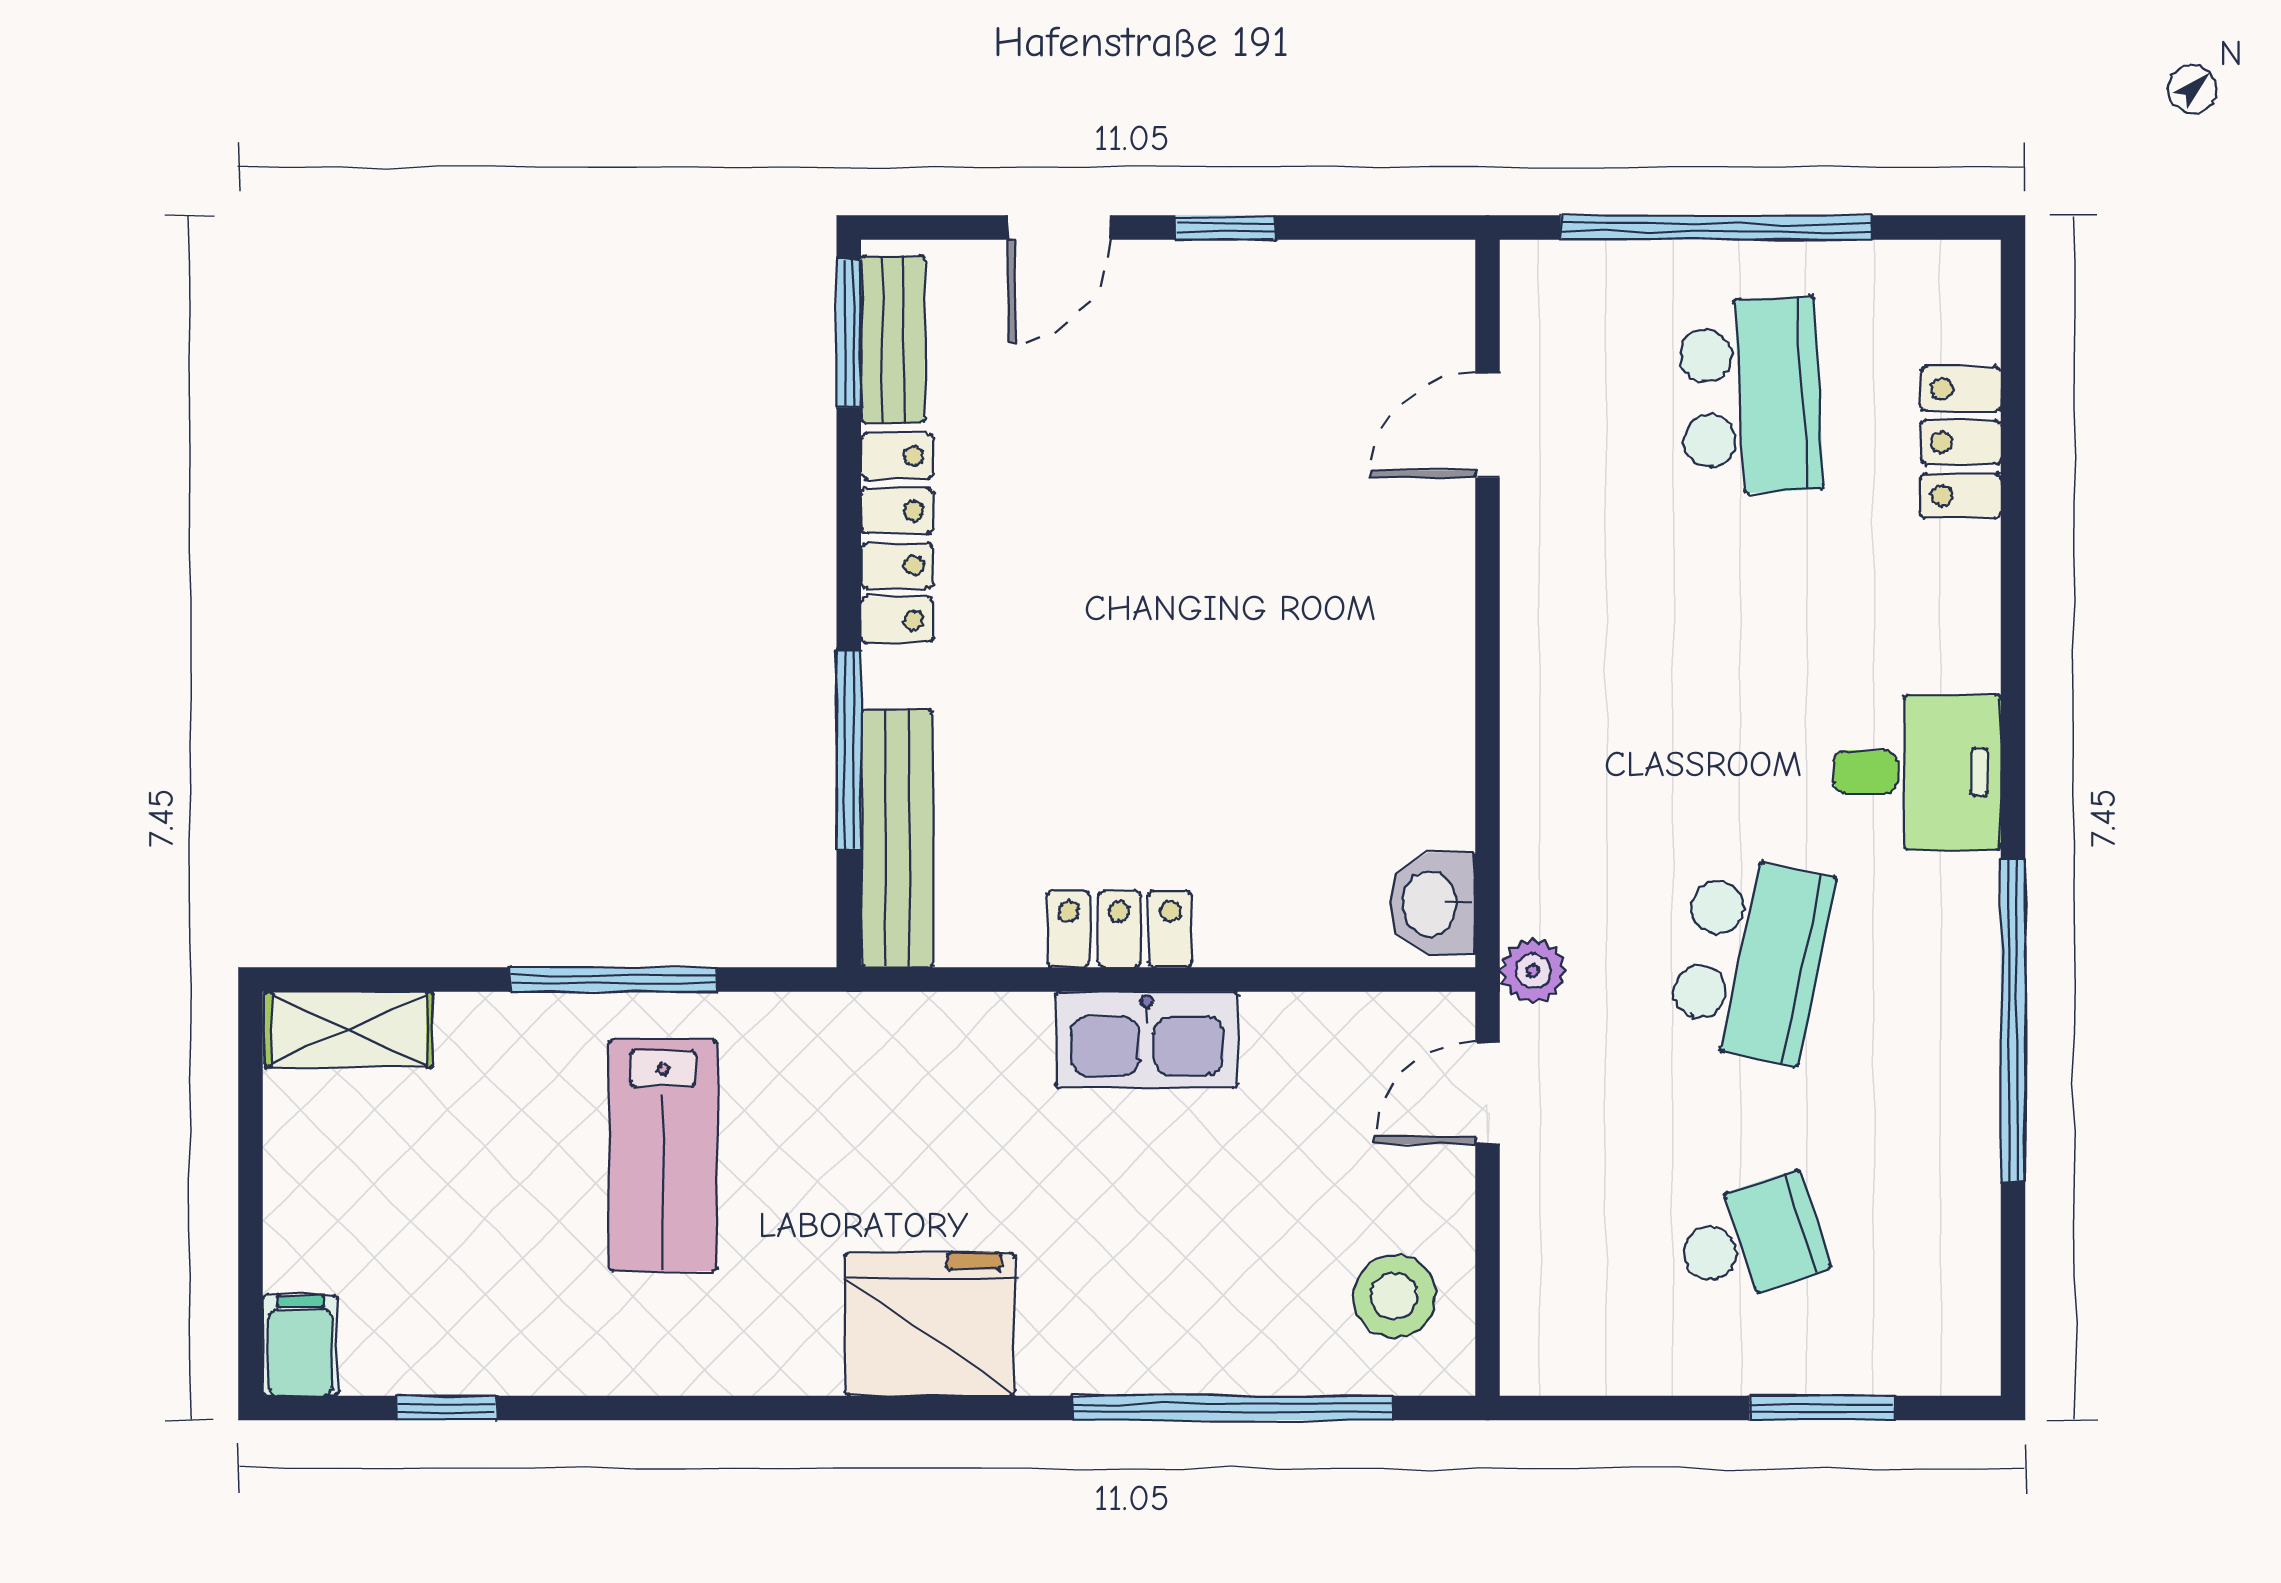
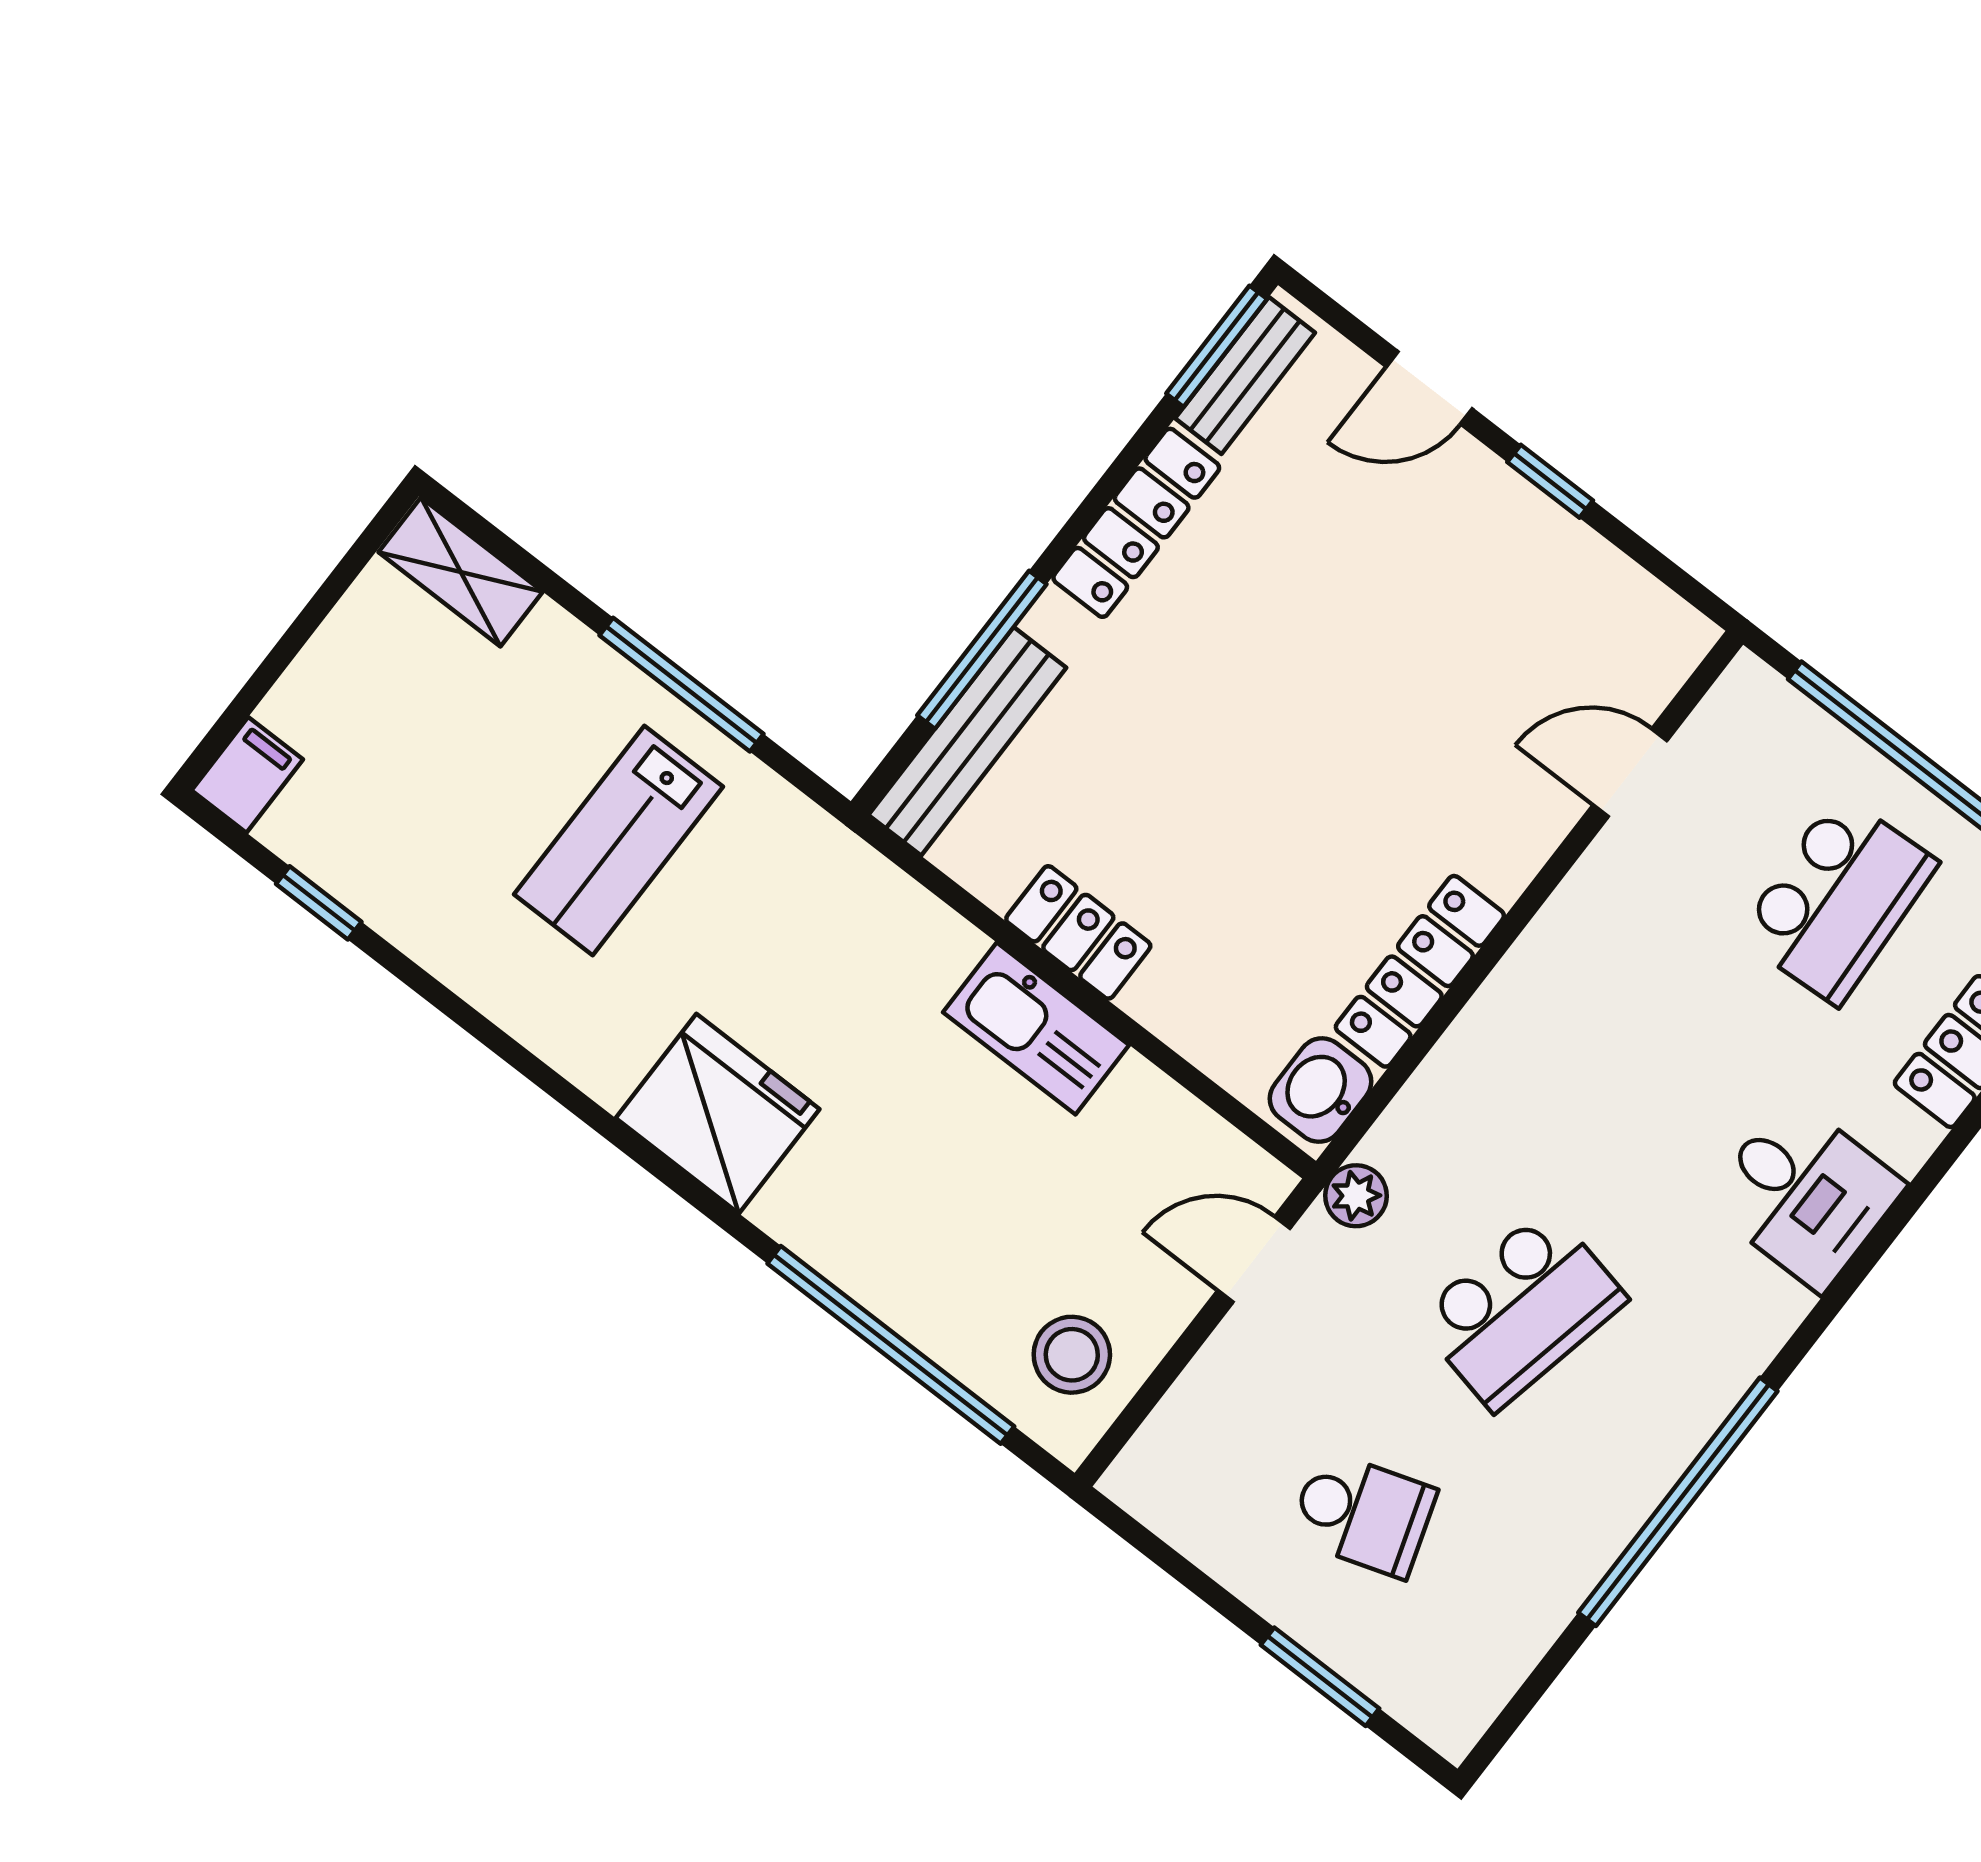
locker: (1439, 735) -> (1420, 971), added
desk: (1917, 772) -> (1805, 1194), moved

